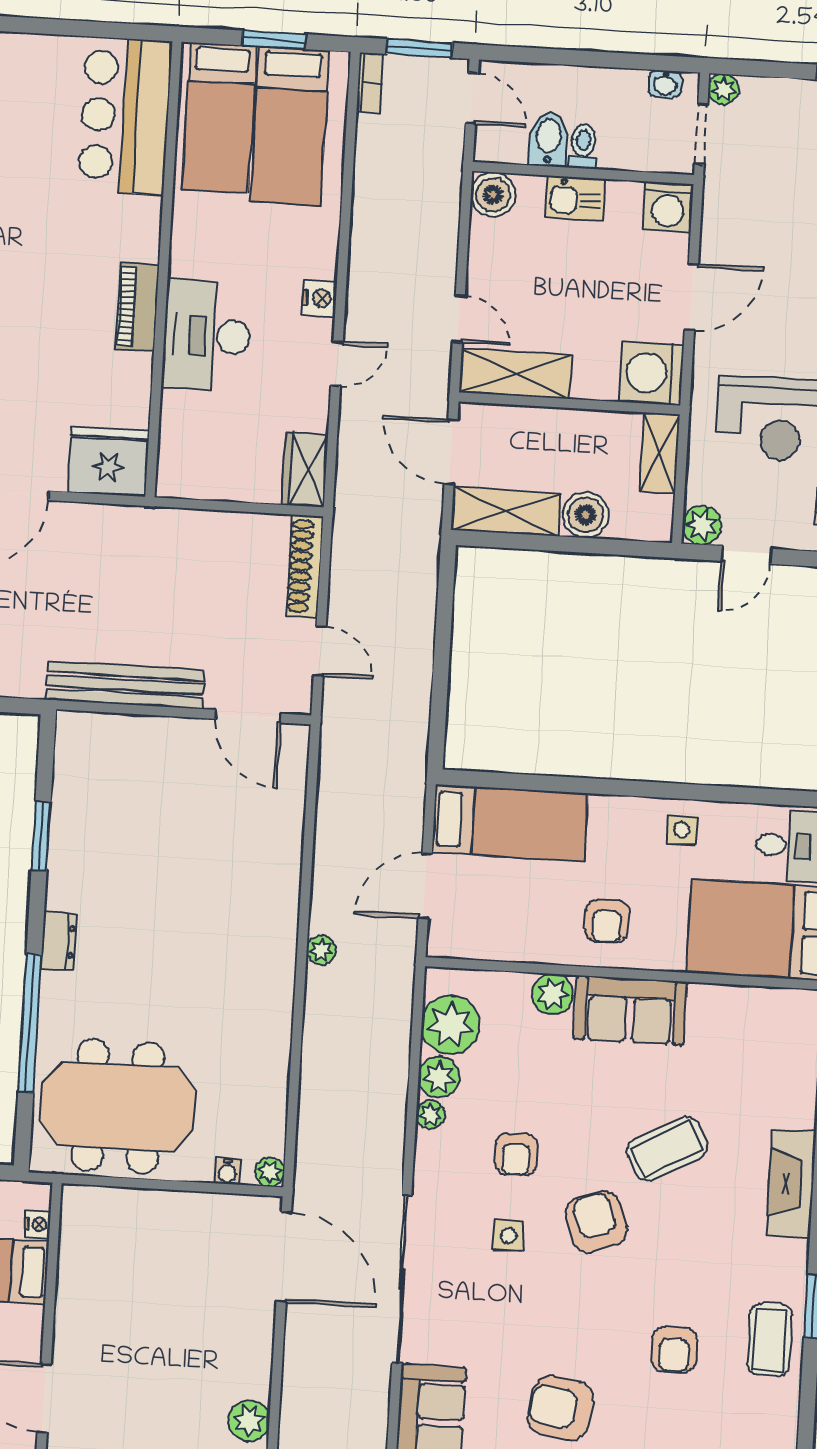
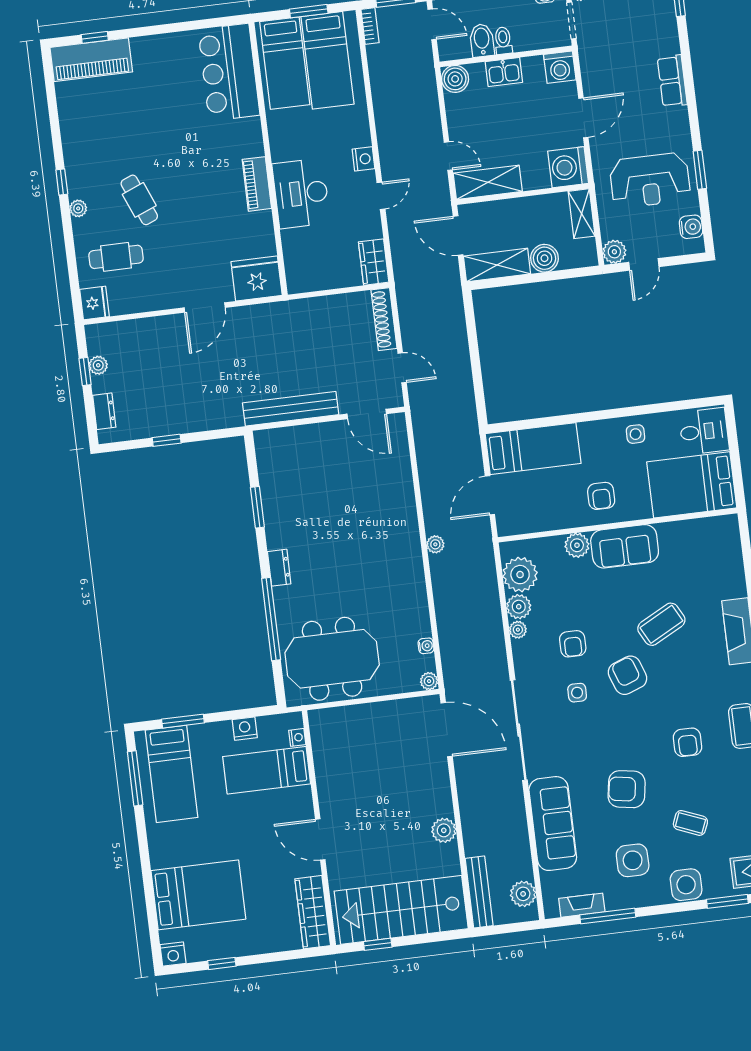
water cooler: (227, 1172) -> (426, 646), moved, turned -90

